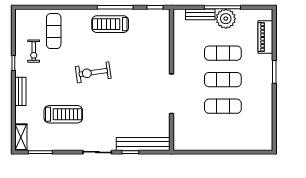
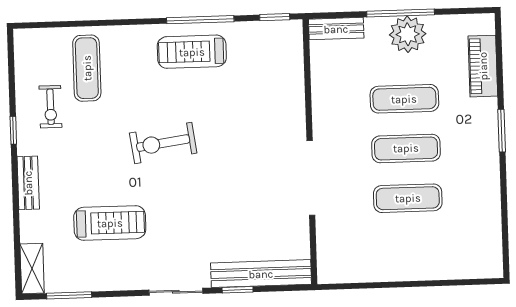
bench: (200, 14) -> (336, 29), moved

